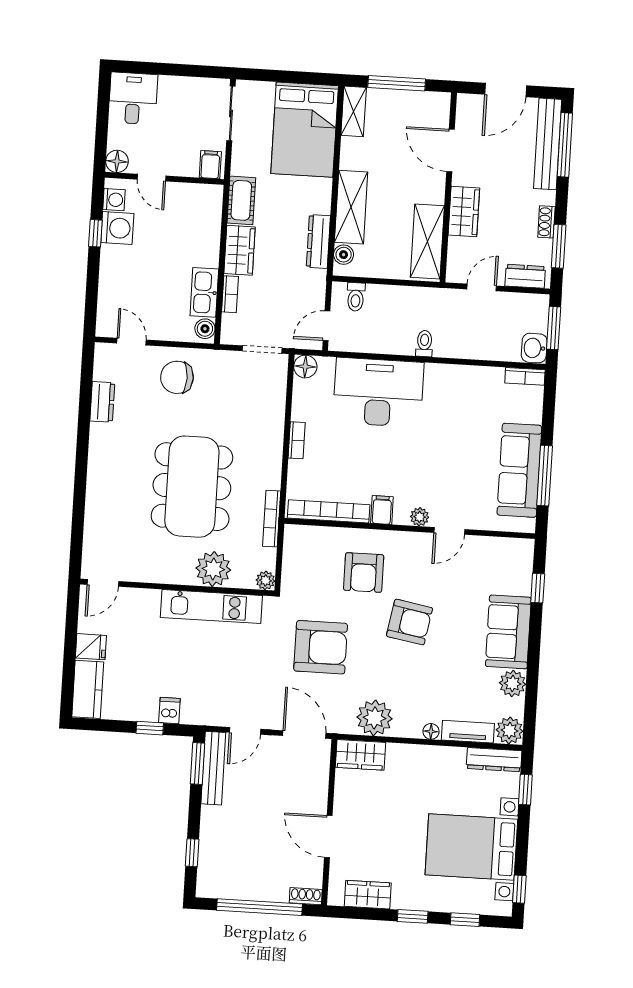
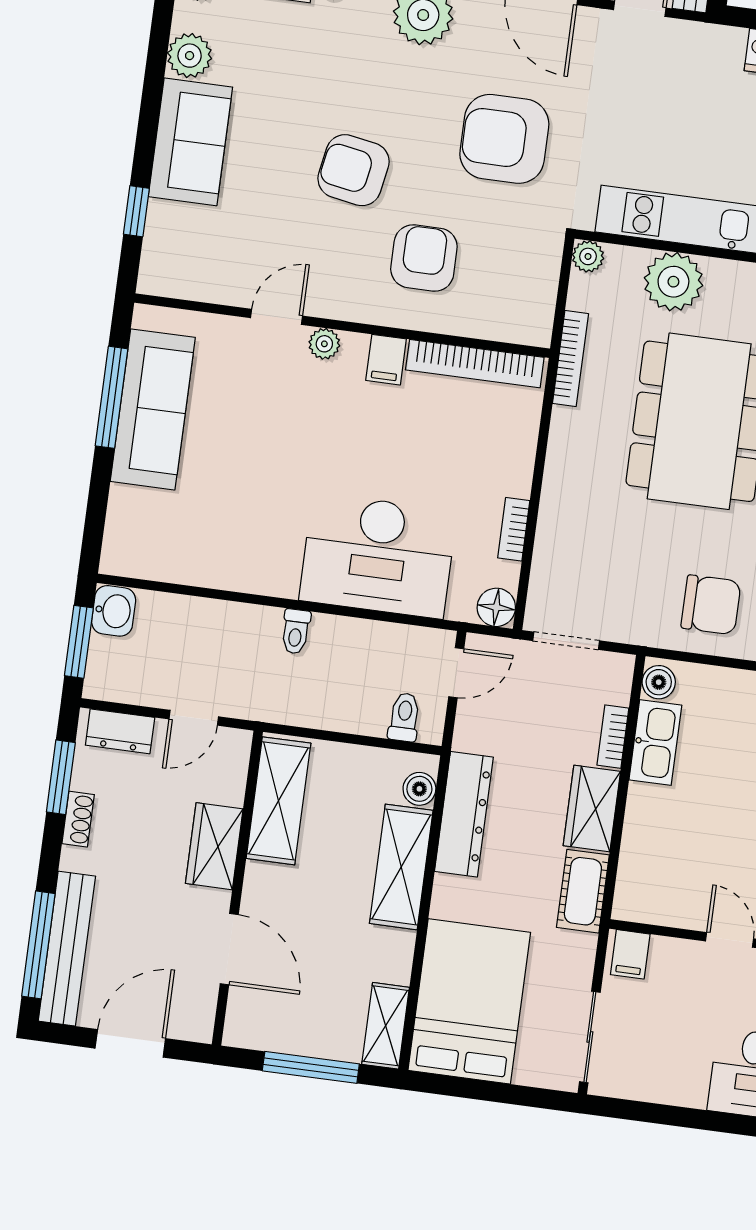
dresser: (318, 242) -> (464, 814), width x1.37, depth x1.24
bookcase: (525, 376) -> (132, 565), removed
bookcase: (297, 440) -> (514, 529), moved

